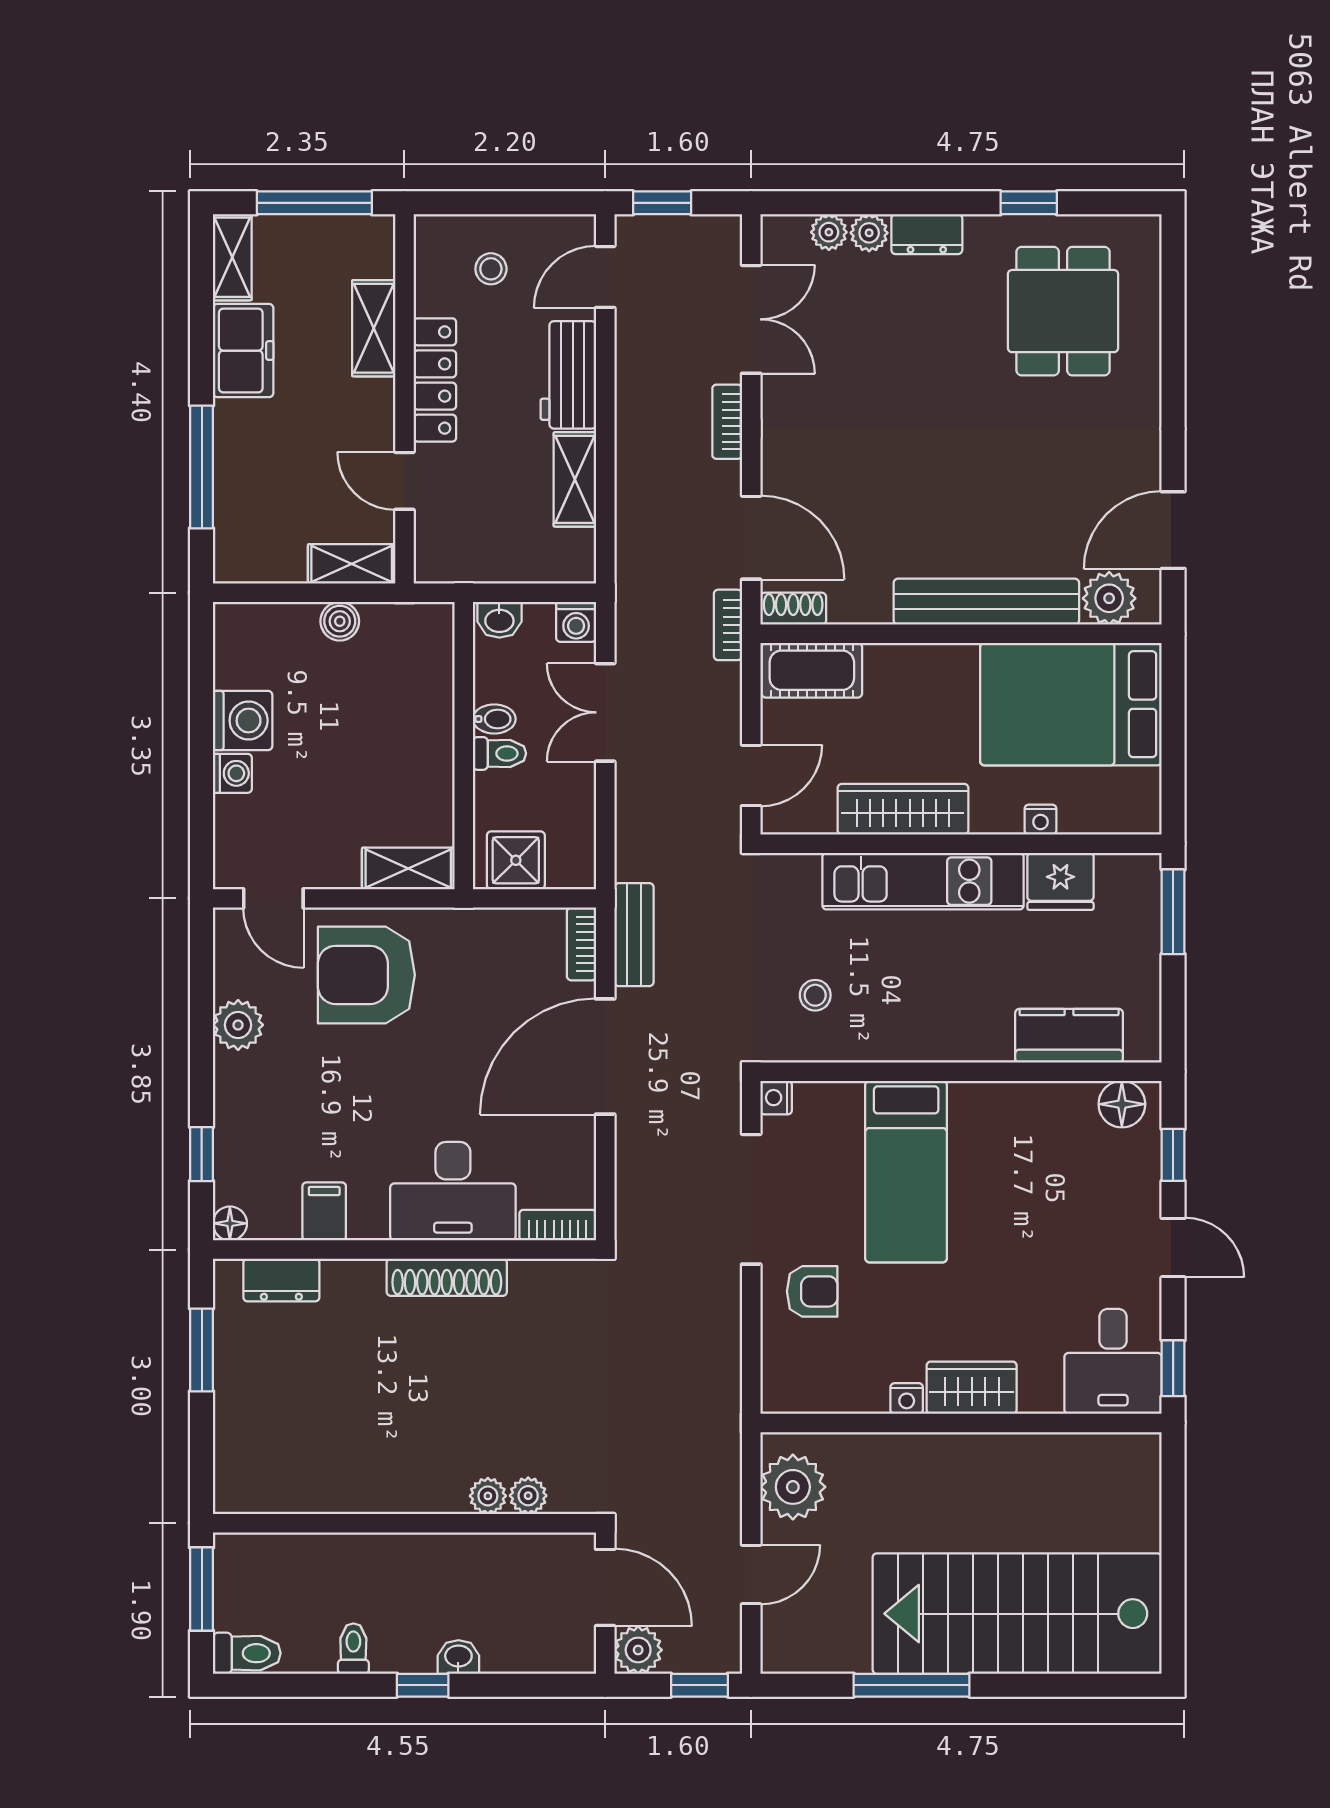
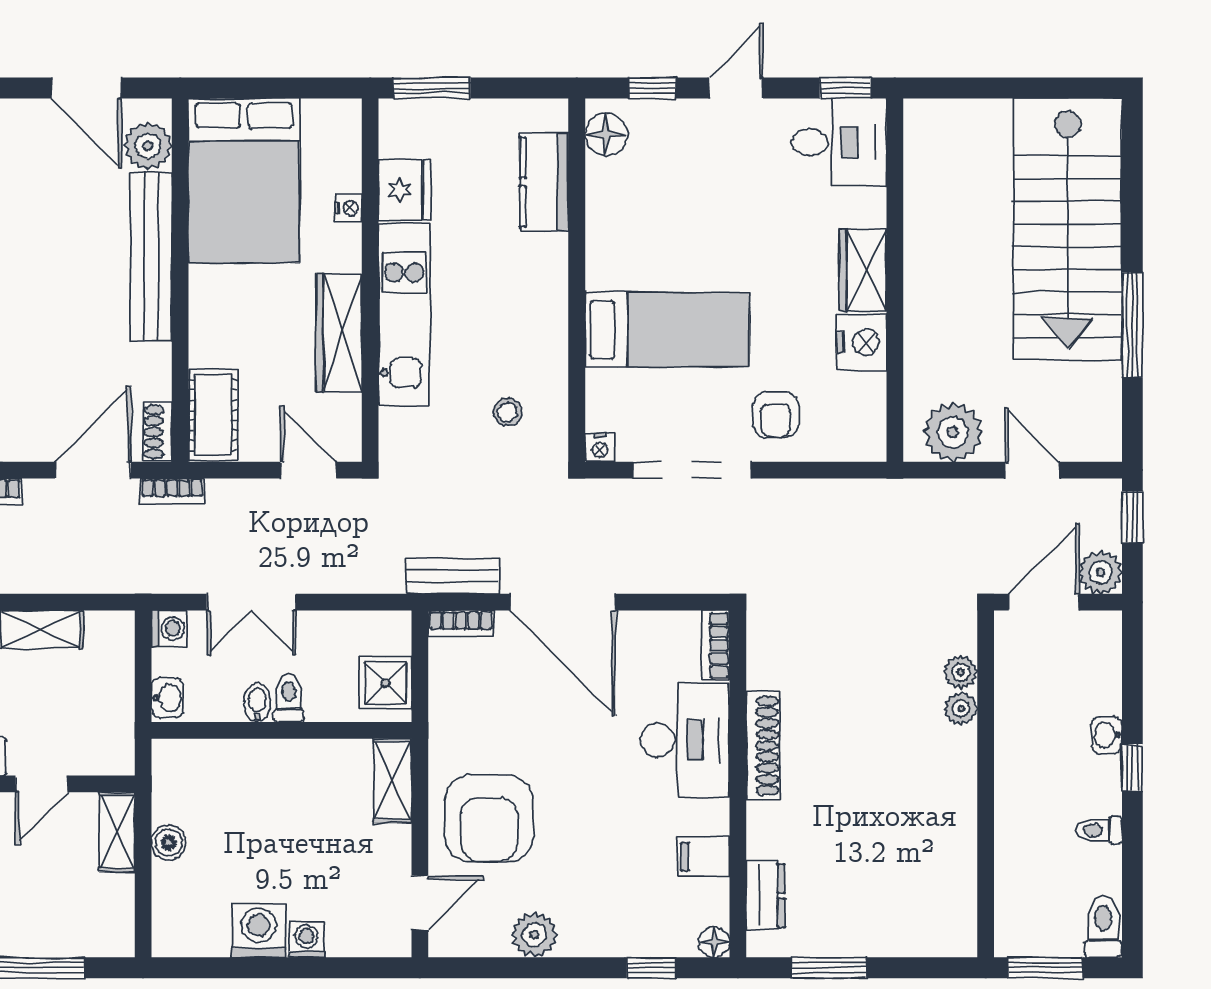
armchair: (812, 1291) -> (776, 415), turned 180
nightstand: (907, 1398) -> (862, 342), width x1.89, depth x1.79

